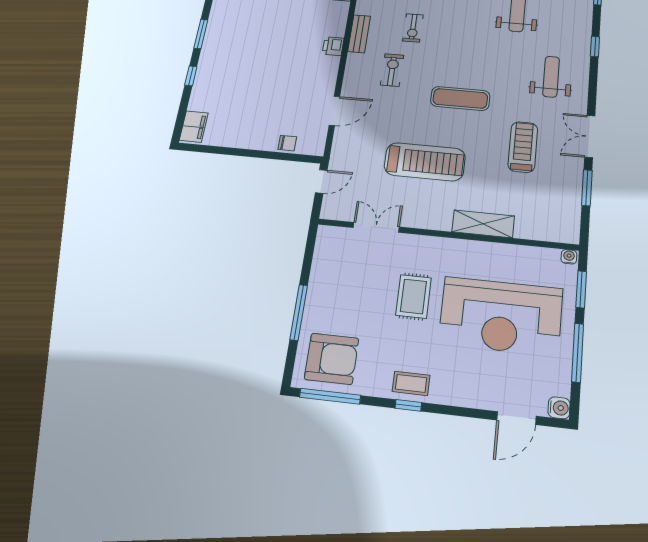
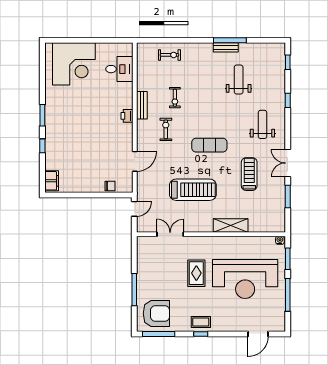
water cooler: (559, 408) -> (280, 326), removed

